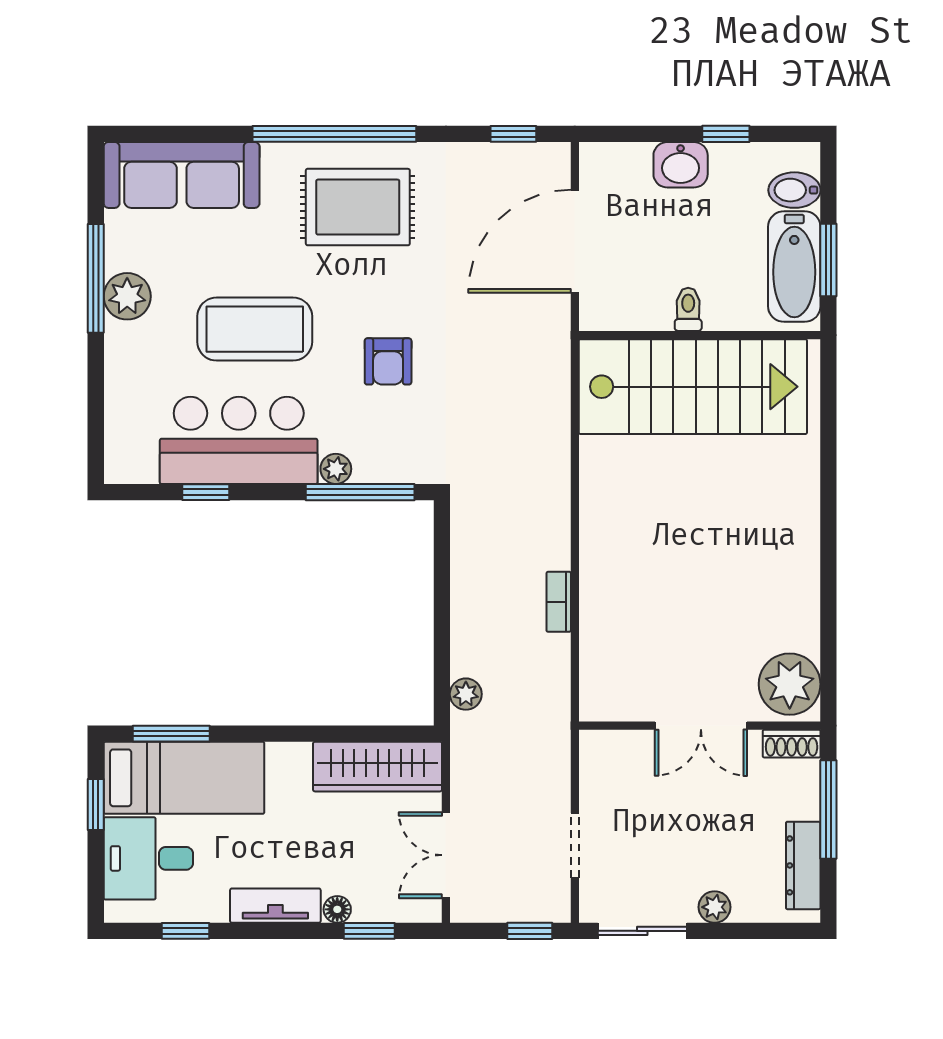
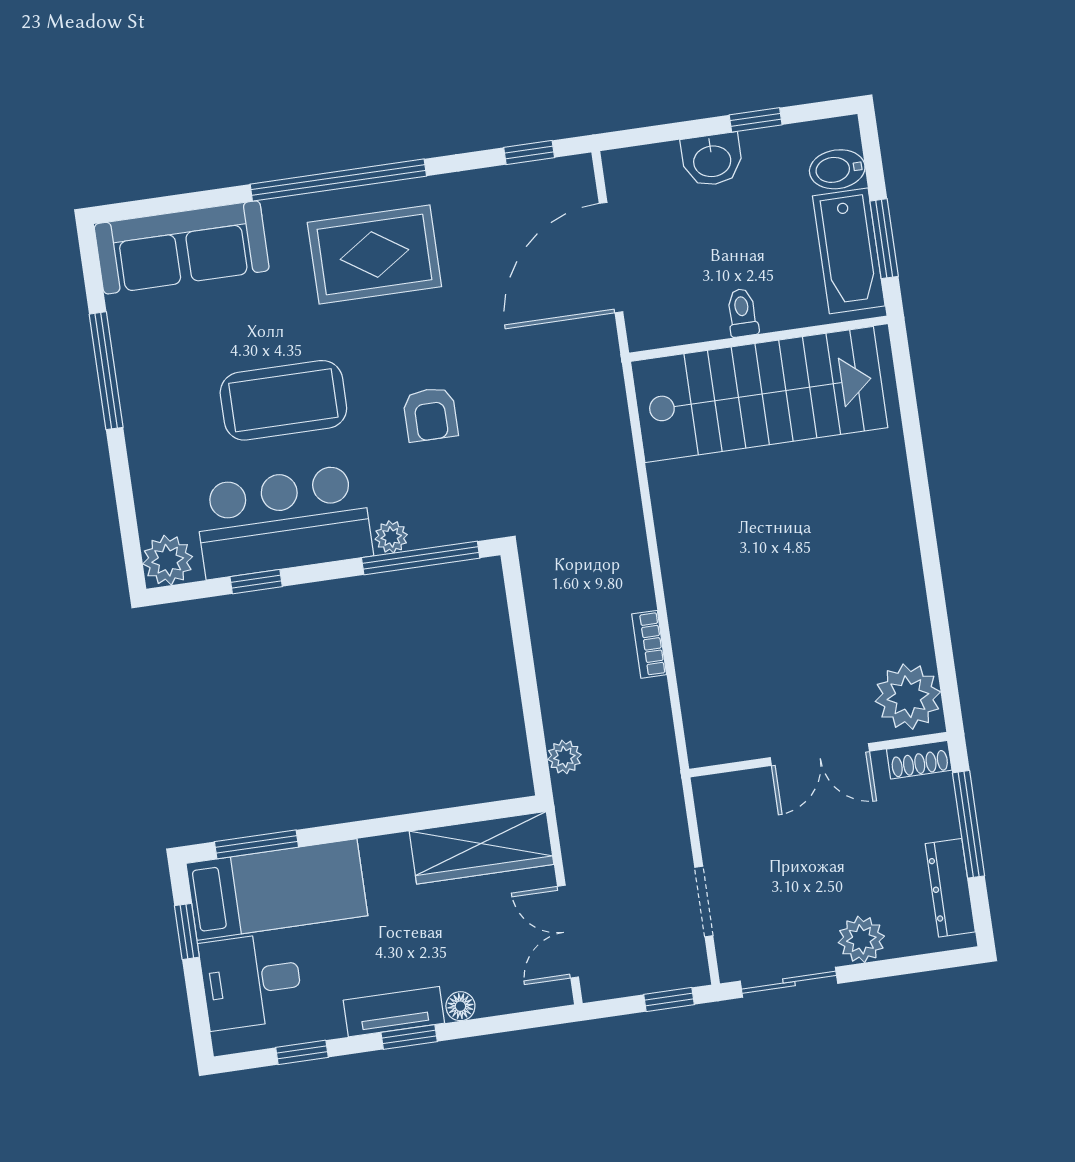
plant: (127, 296) -> (168, 560), moved
plant: (715, 907) -> (861, 939), width x1.38, depth x1.38
window: (369, 931) -> (409, 1037), moved

